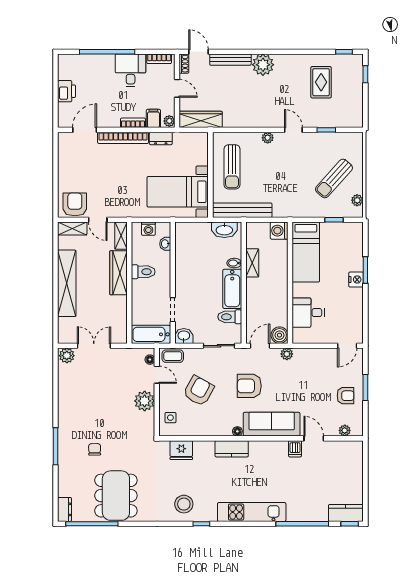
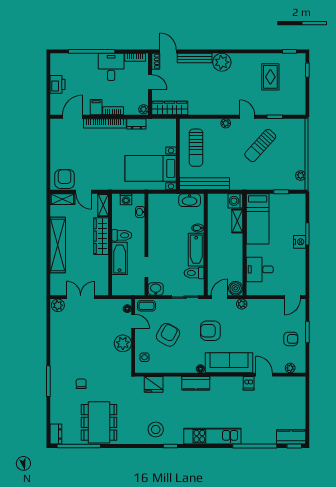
filing cabinet: (153, 118) -> (96, 107), moved
sun lounger: (334, 178) -> (260, 146), moved
shelving: (252, 263) -> (237, 221), moved
bathtub: (151, 334) -> (120, 258), moved, turned 90

